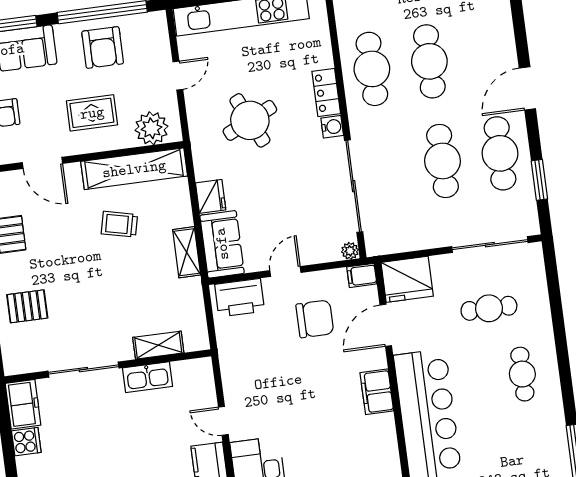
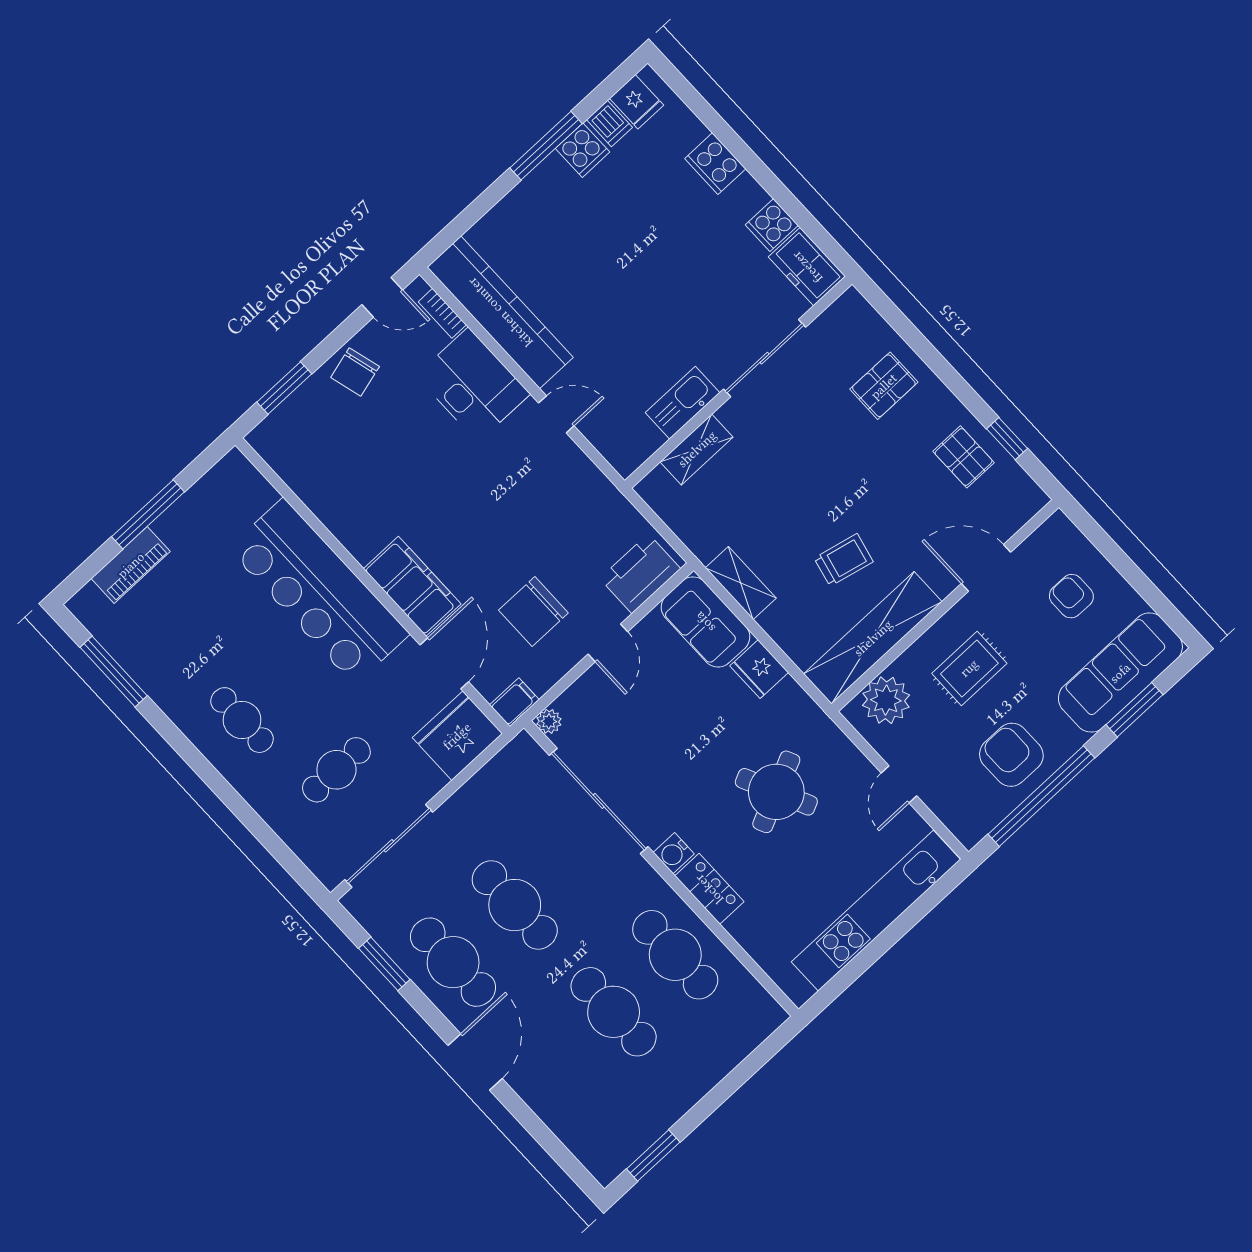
filing cabinet: (377, 392) -> (412, 586), width x1.50, depth x1.17

